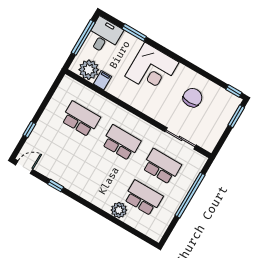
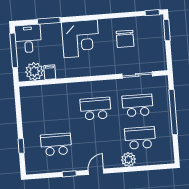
chair: (192, 98) -> (125, 39), turned 180
school desk: (81, 119) -> (56, 144), moved
door: (24, 167) -> (96, 172), moved

